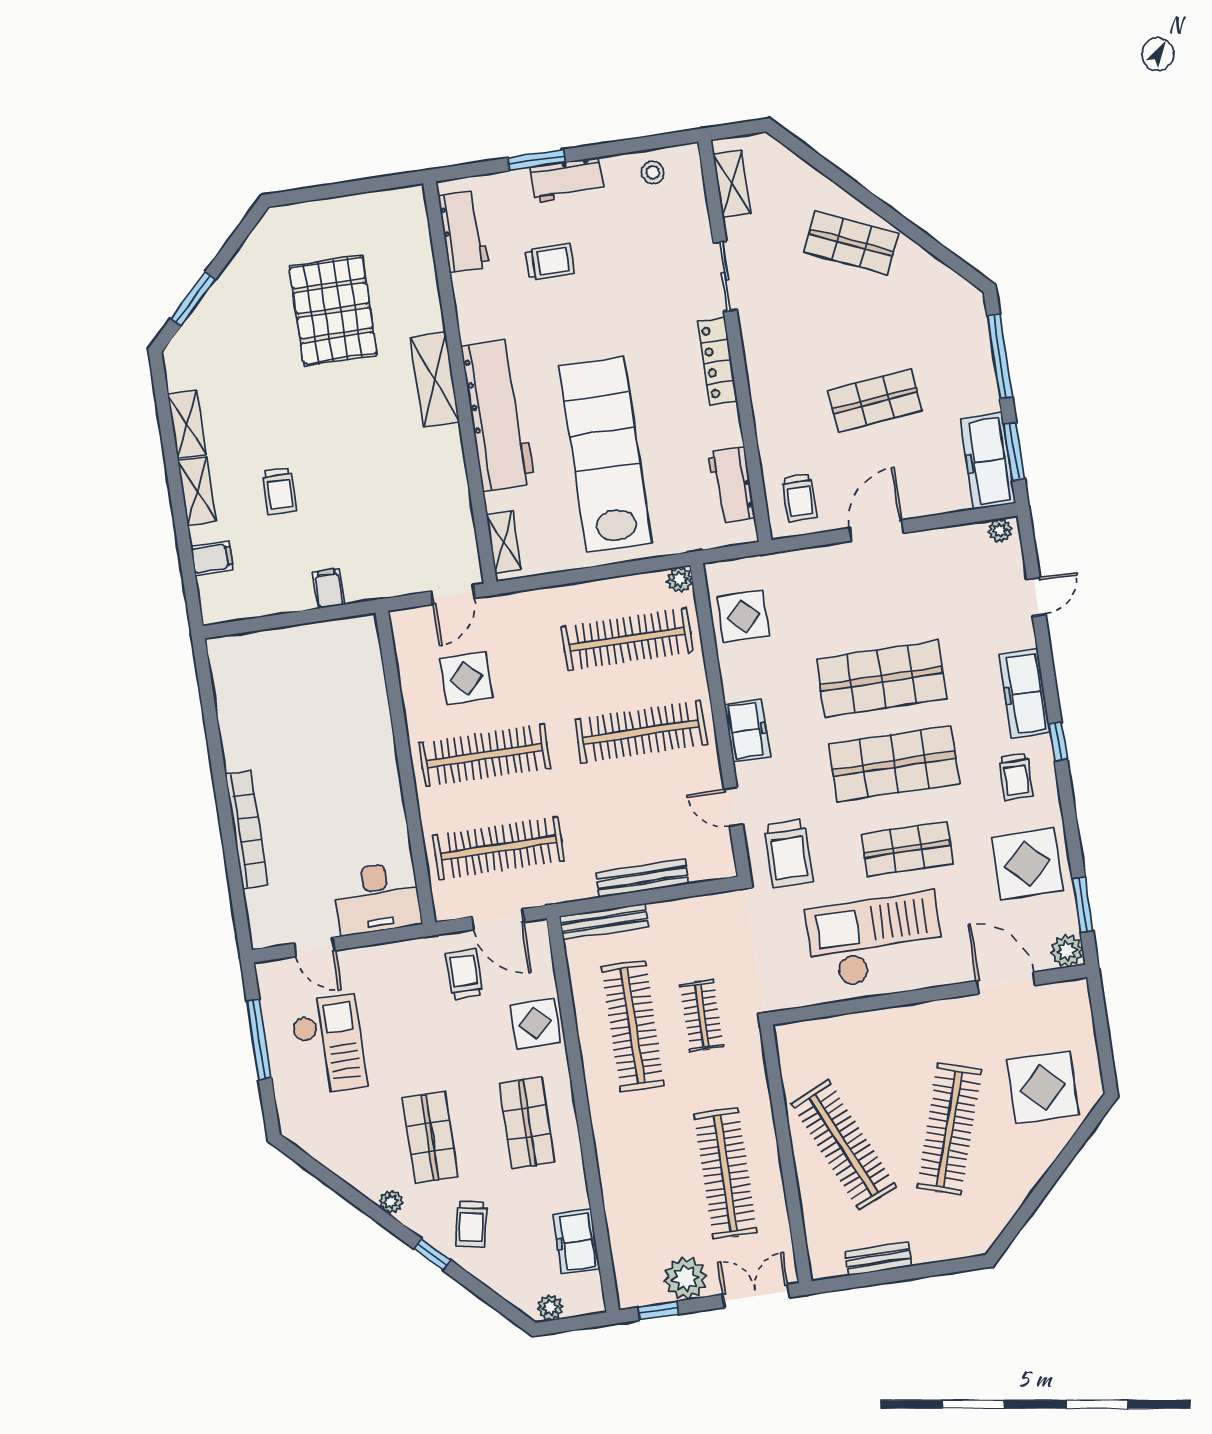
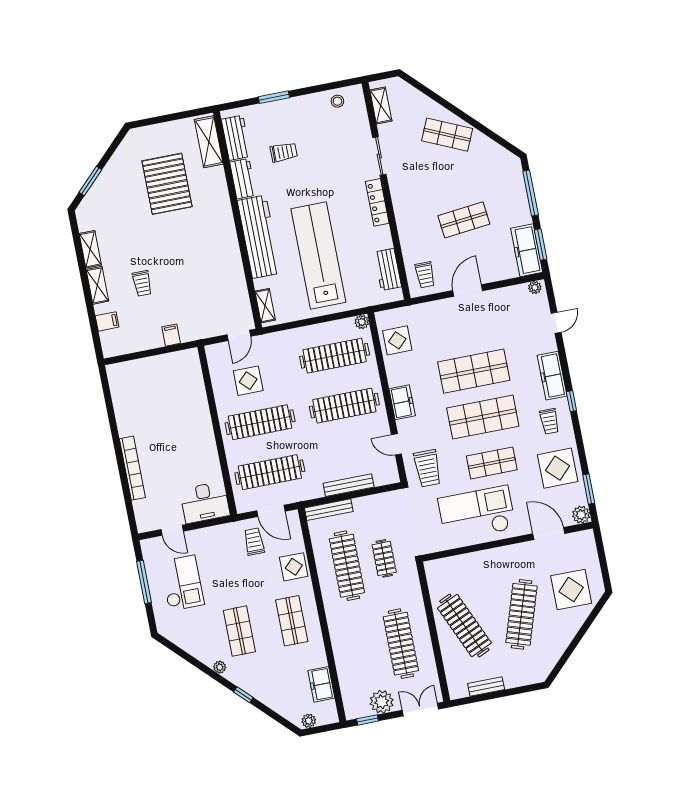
workbench: (567, 180) -> (243, 179), moved, turned -90
shelving: (435, 380) -> (209, 142), moved
trolley: (471, 1224) -> (264, 677), removed

